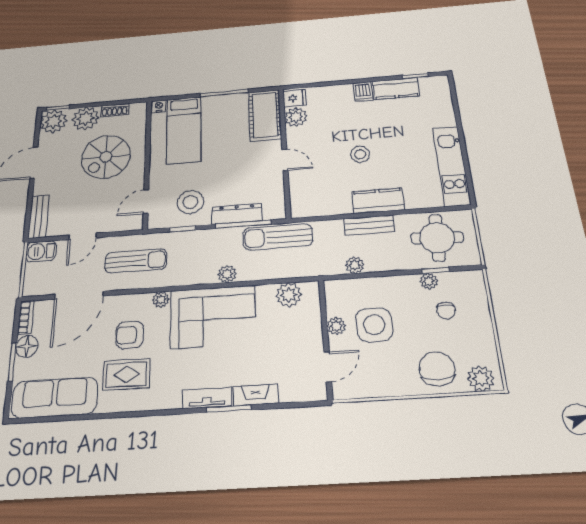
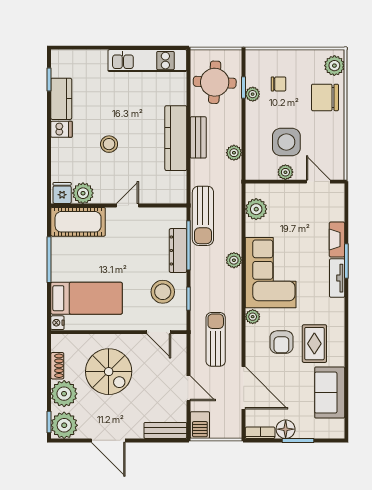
stool: (360, 154) -> (109, 144), moved
kitchen counter: (378, 201) -> (176, 138), width x1.50
sofa: (55, 398) -> (330, 393), width x0.73

